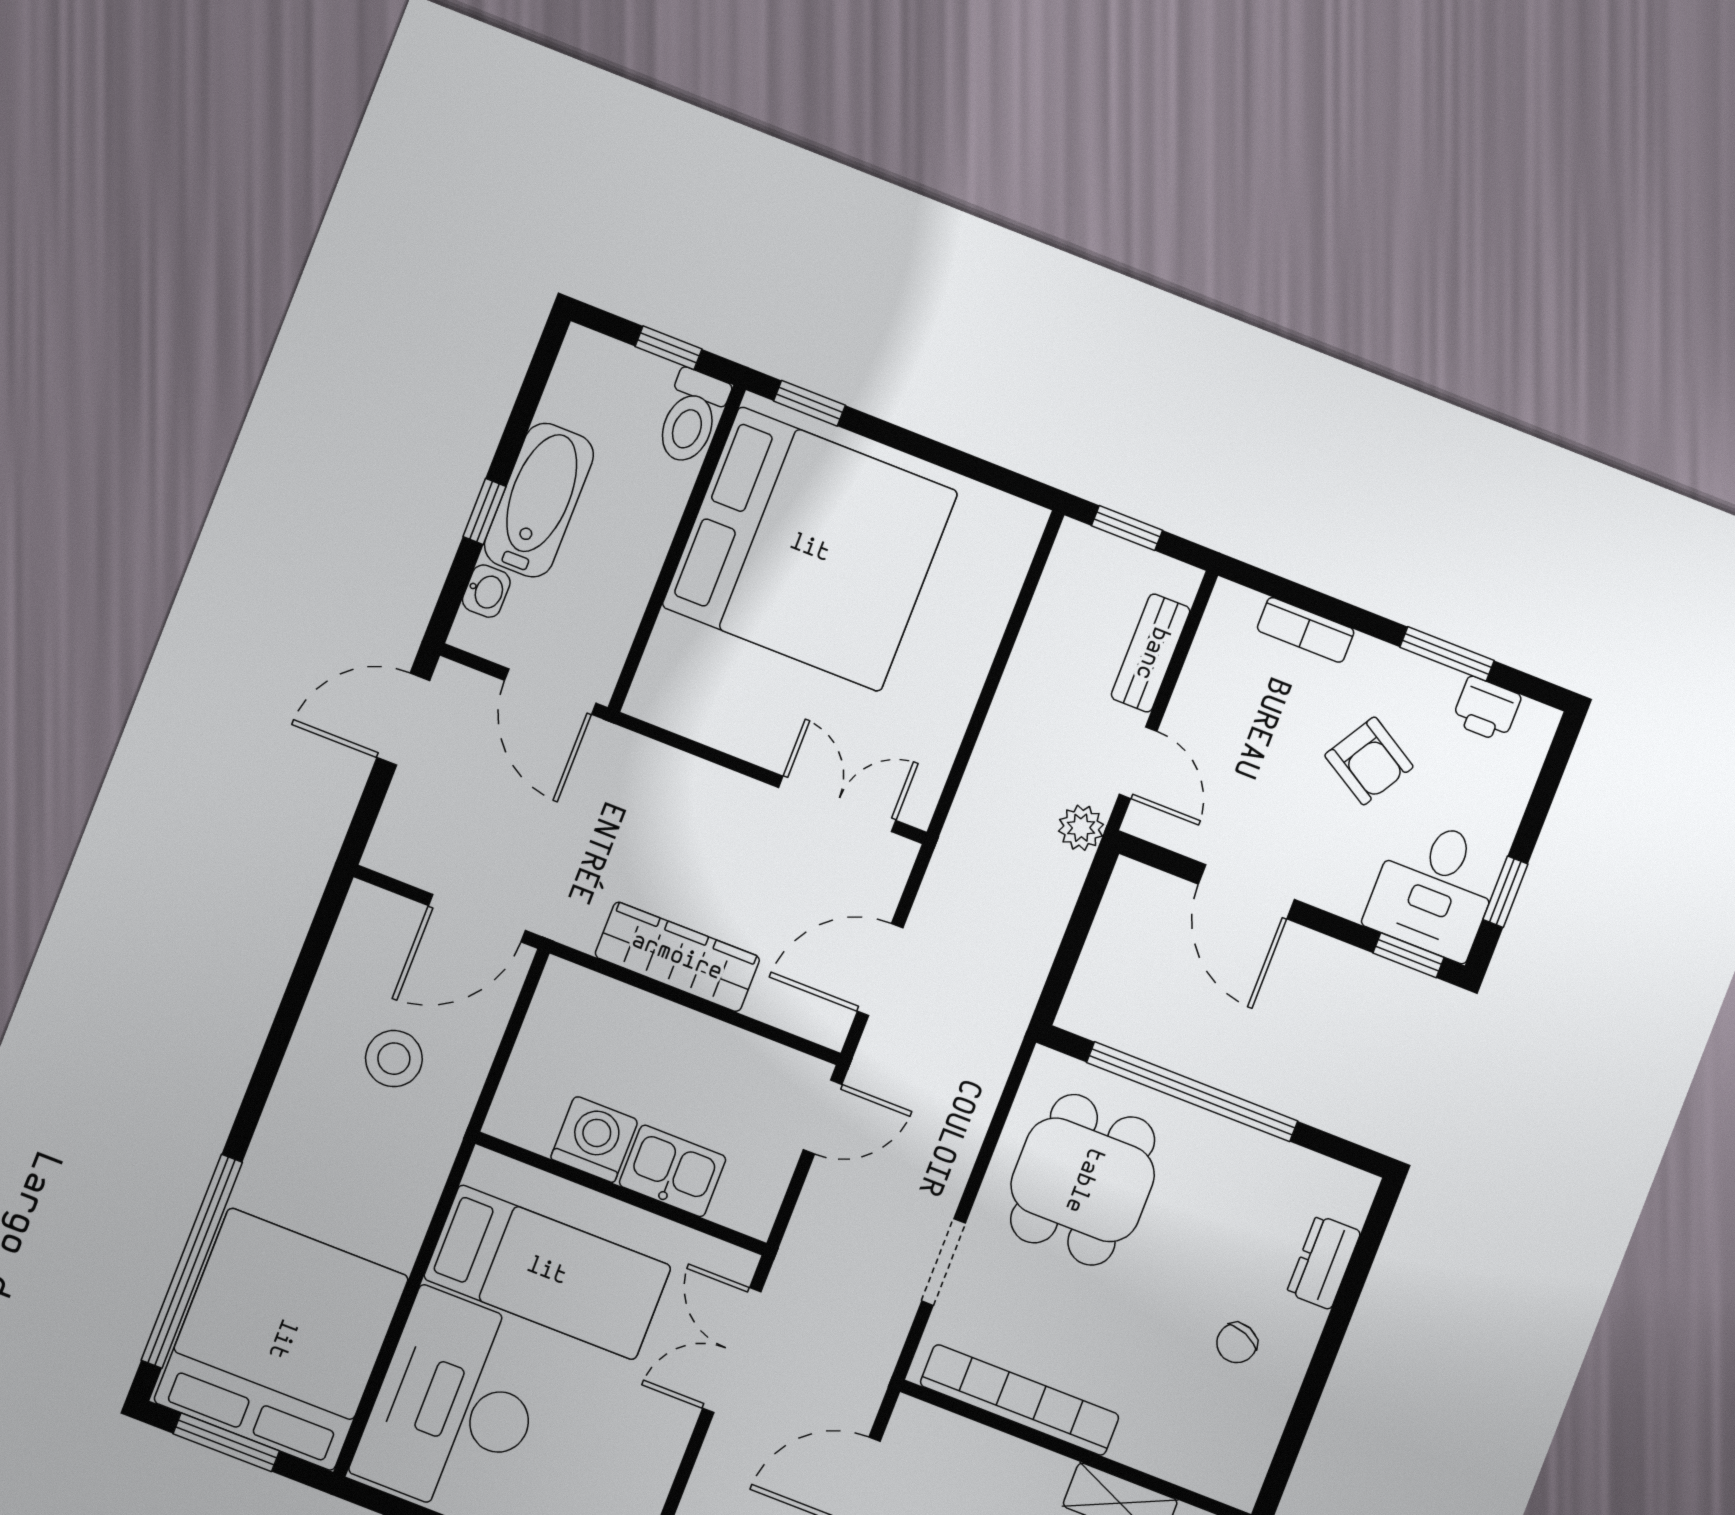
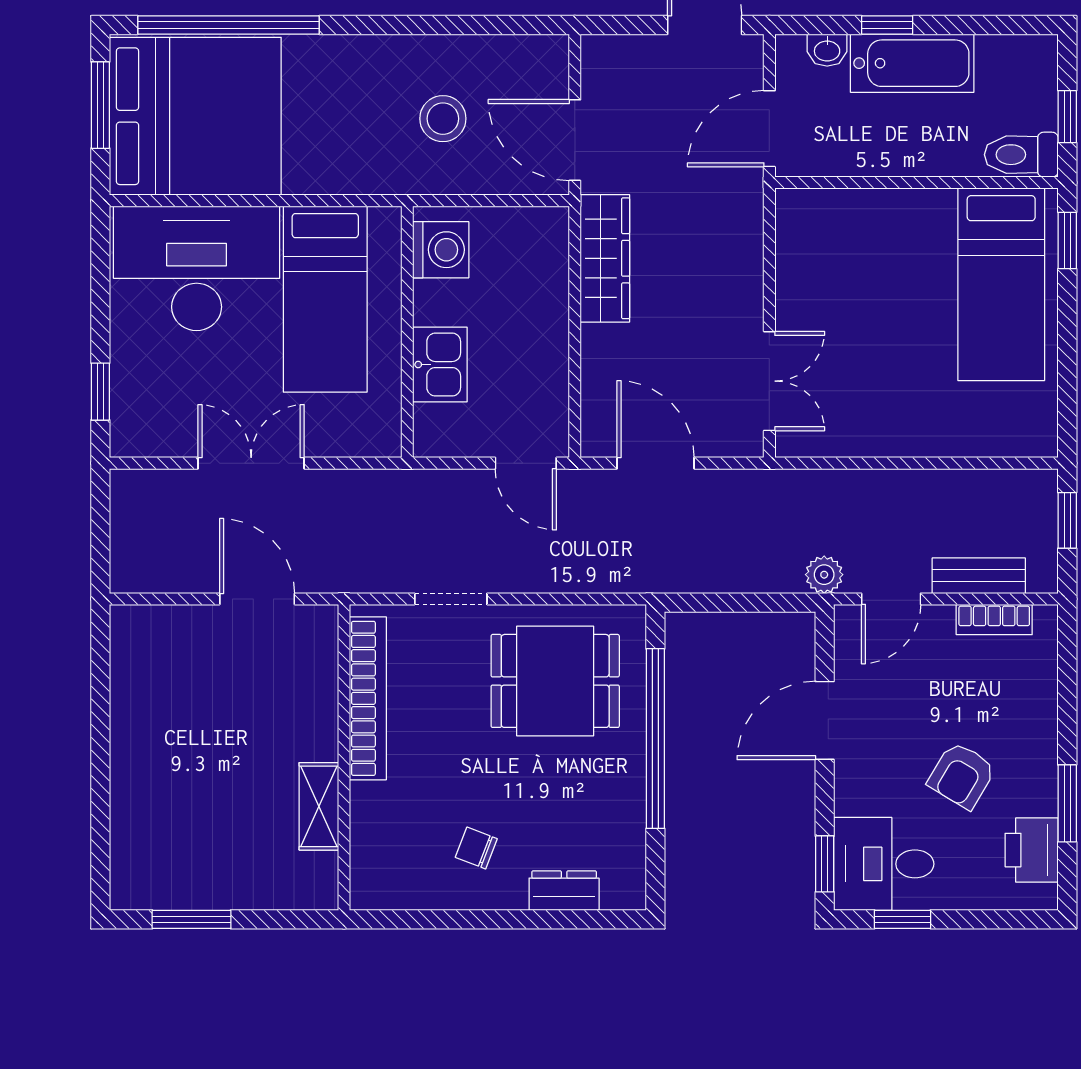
bed: (810, 549) -> (1001, 284), width x0.49
bookcase: (1306, 630) -> (994, 620), moved, turned -90
printer: (1486, 709) -> (1032, 850), width x1.36, depth x1.24
wardrobe: (677, 957) -> (605, 258), moved
washing machine: (594, 1139) -> (441, 250), moved
double door: (732, 1350) -> (251, 463), moved

